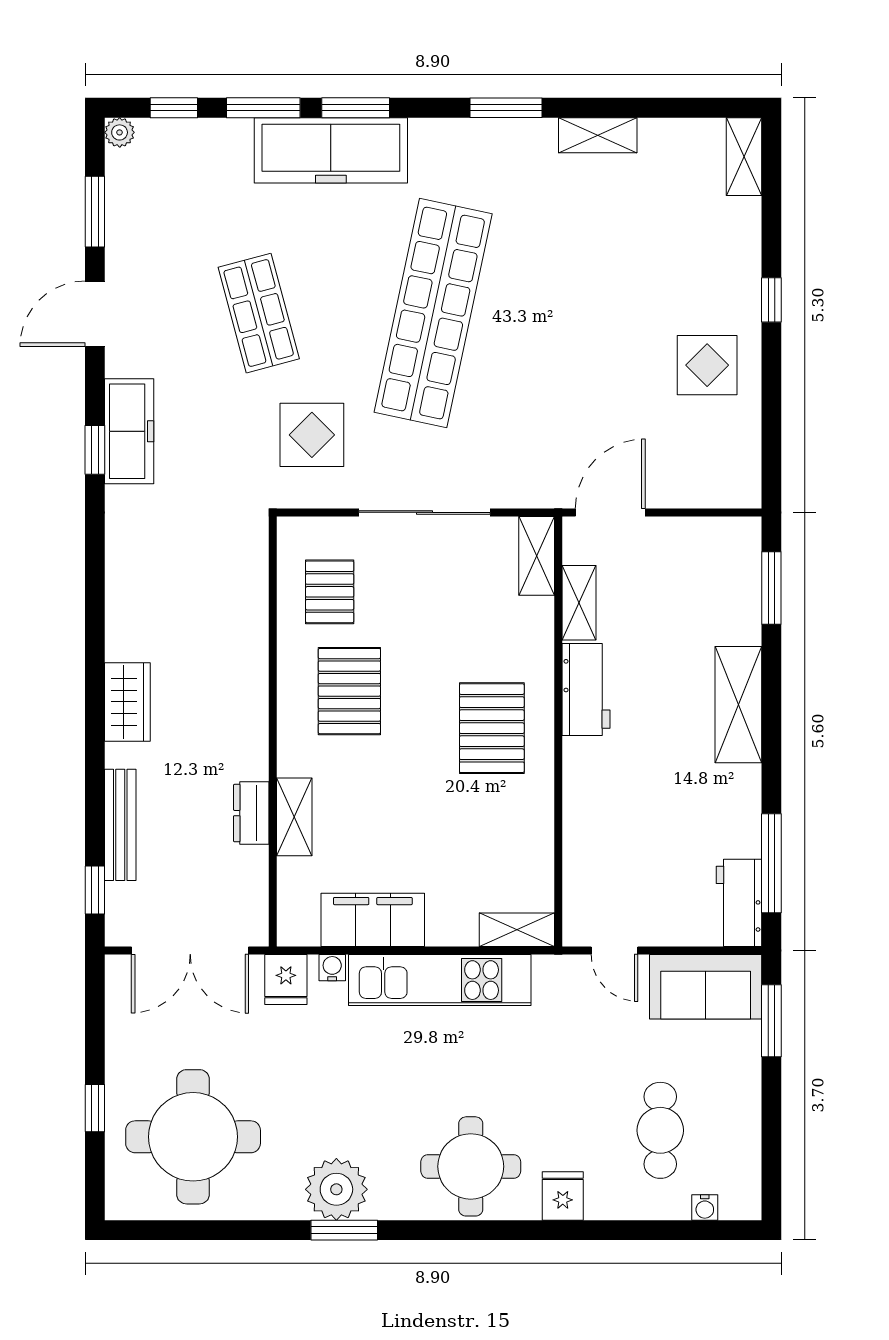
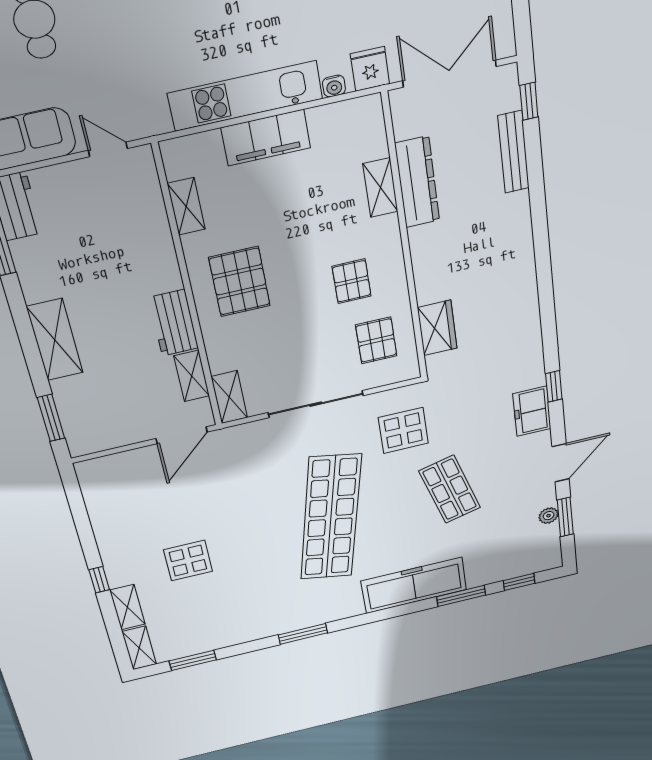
window: (356, 108) -> (193, 660), moved
plant: (120, 132) -> (549, 516), moved
shelving: (598, 135) -> (127, 607), moved, turned 90
display table: (707, 365) -> (188, 561), moved
freezer: (129, 431) -> (532, 411), width x0.71
pallet: (349, 691) -> (352, 281), width x0.67, depth x0.71
wardrobe: (127, 702) -> (437, 328), moved, turned 180
dresser: (251, 813) -> (417, 182), width x1.96, depth x1.24
filing cabinet: (373, 920) -> (266, 138), moved
shelving: (517, 930) -> (186, 206), moved, turned 90

